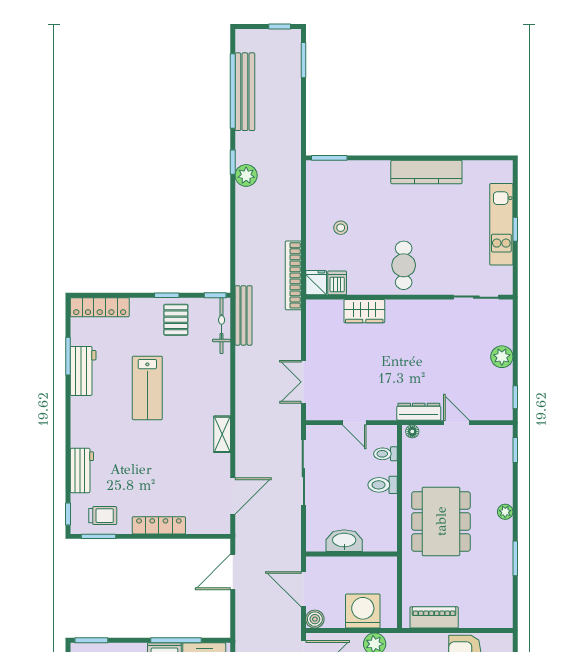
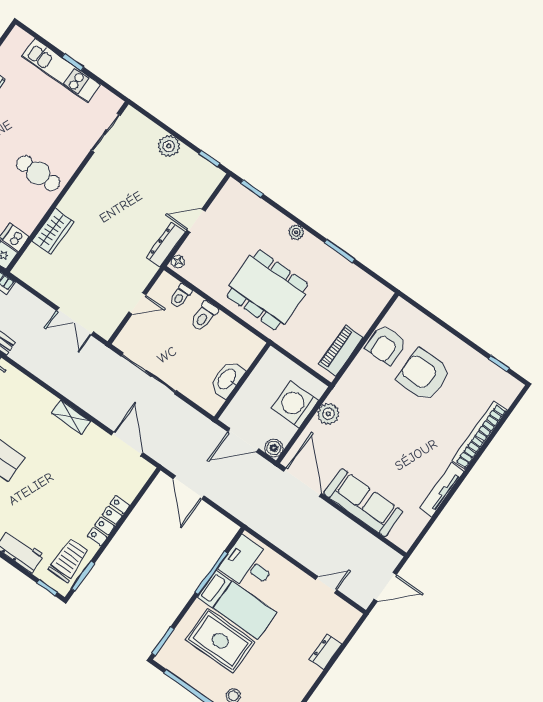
trolley: (103, 516) -> (68, 560), width x1.36, depth x1.39

